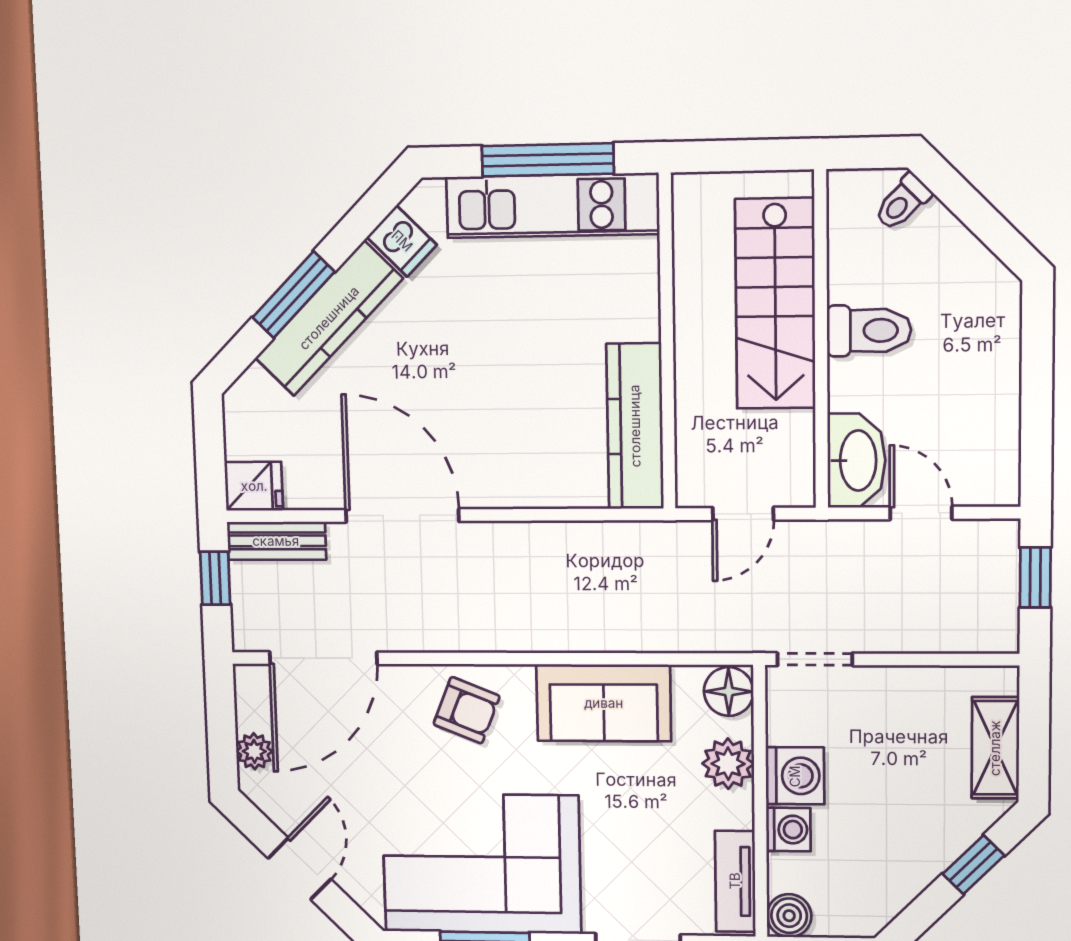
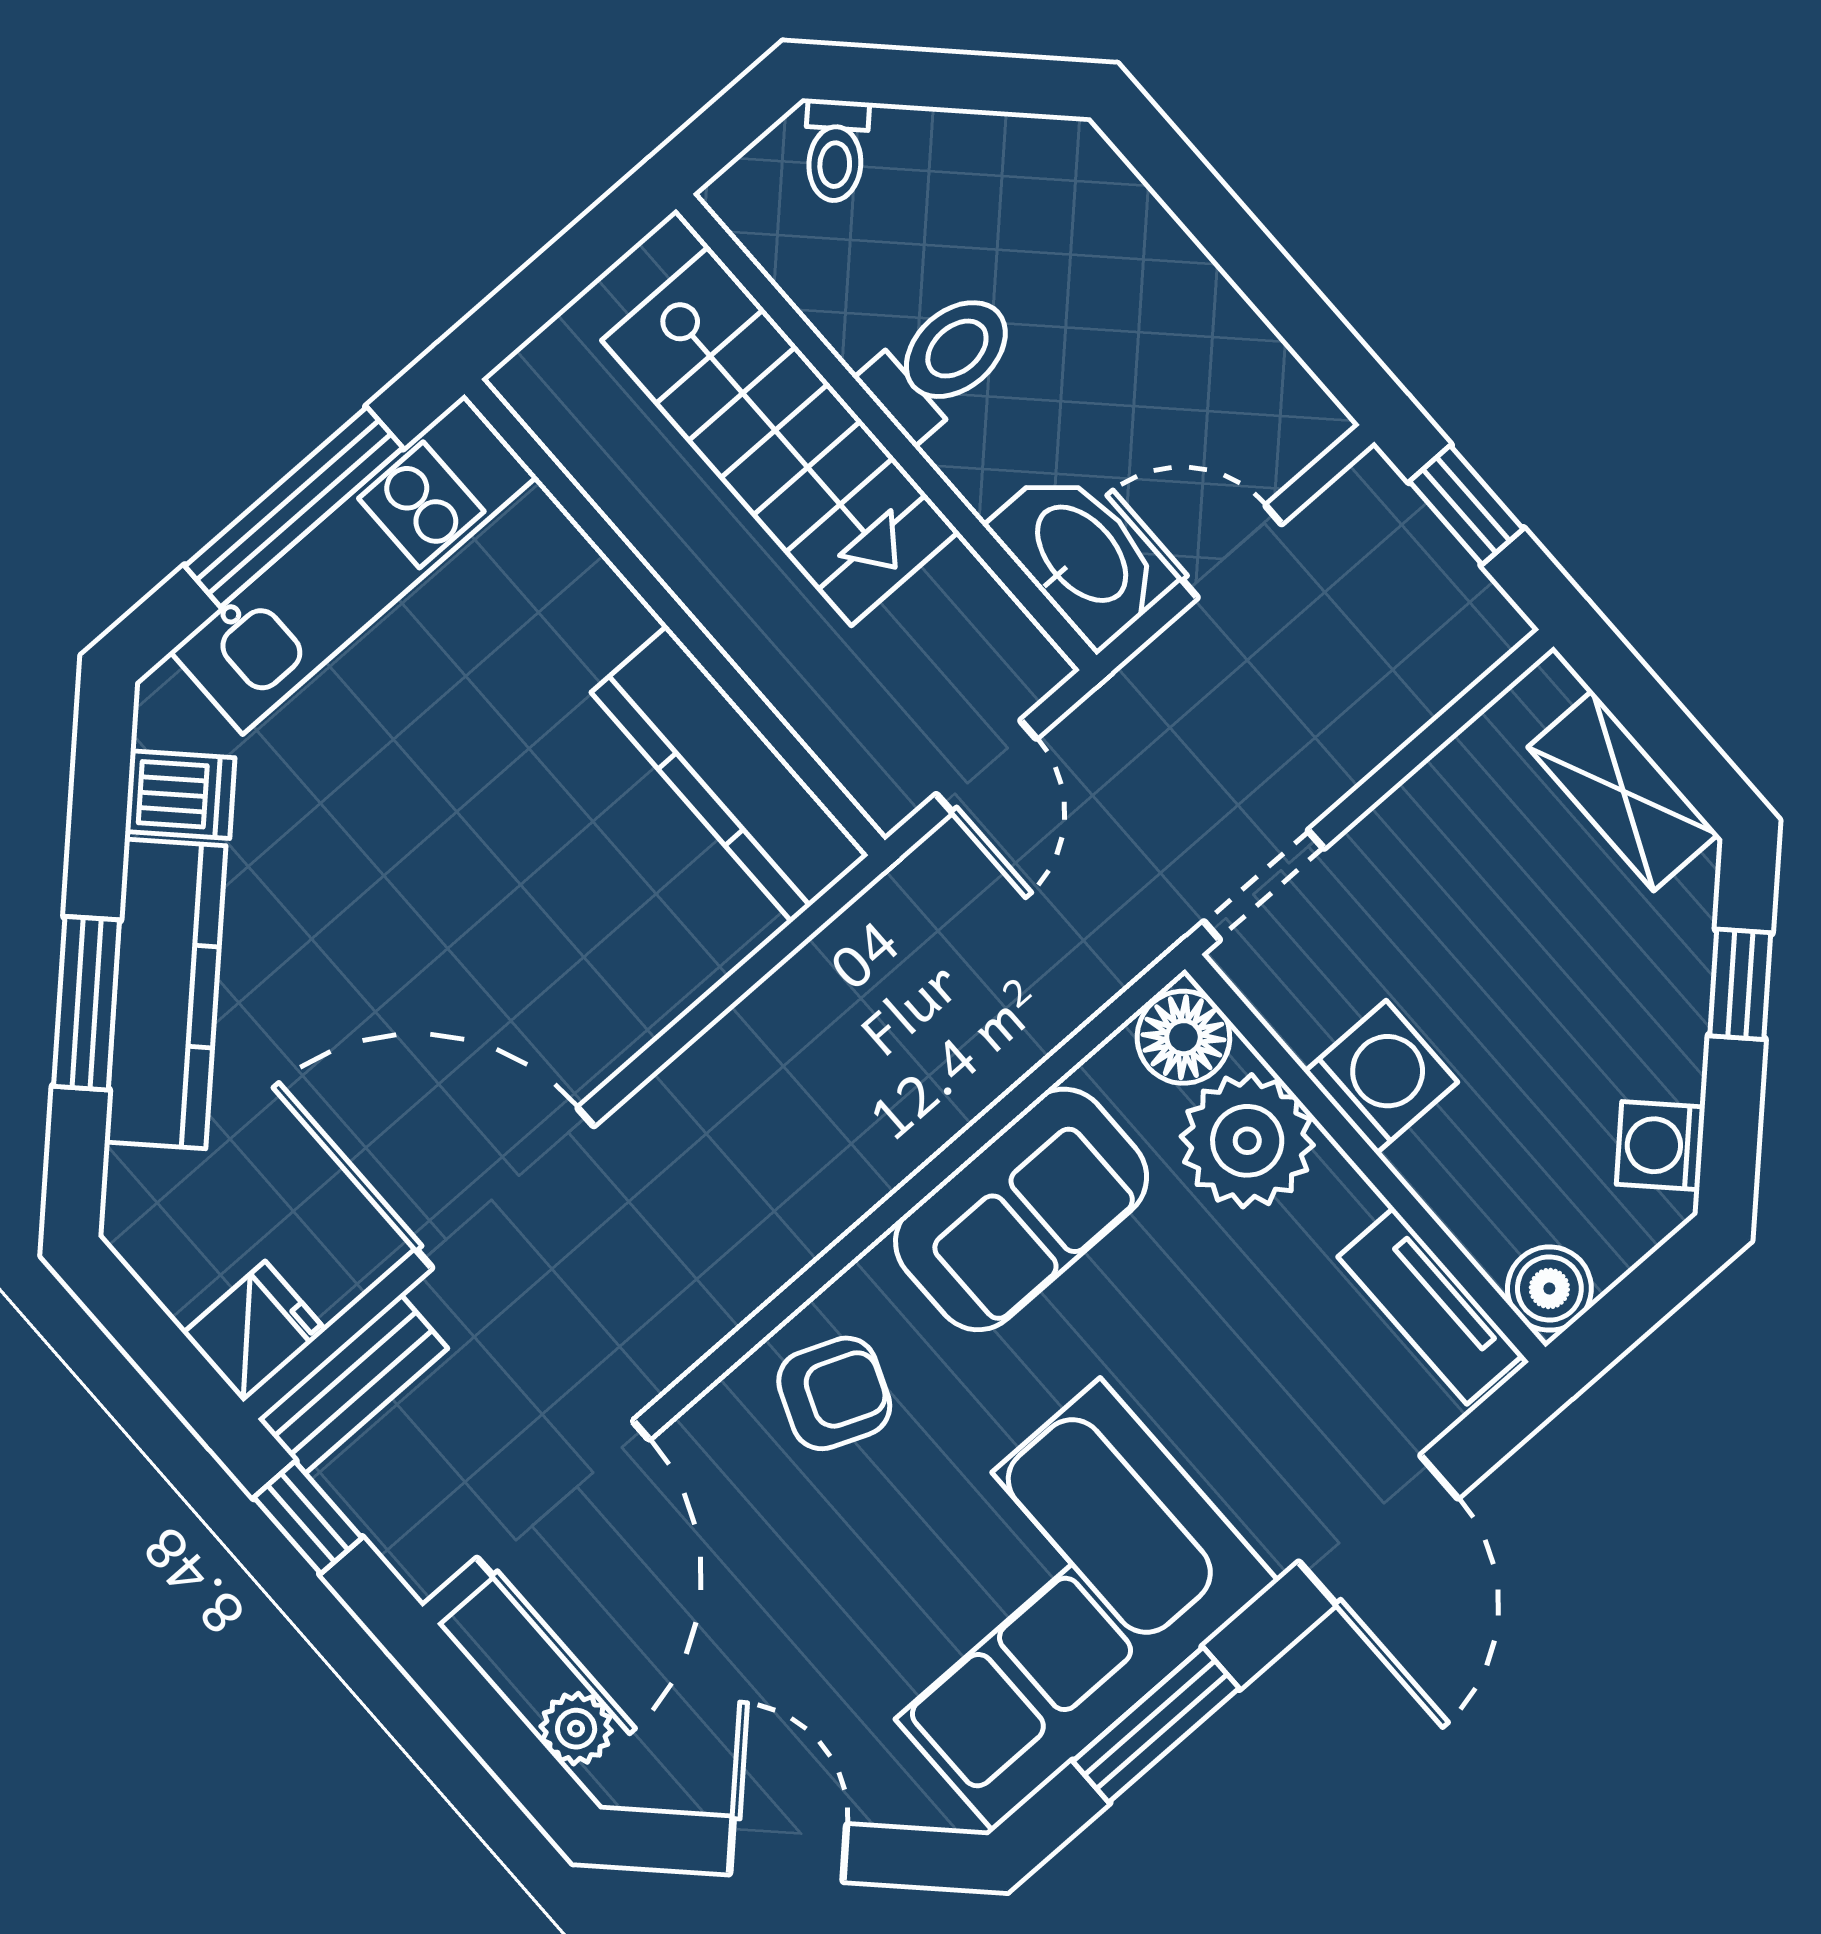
plant: (728, 764) -> (1247, 1141), width x1.36, depth x1.36
washing machine: (788, 830) -> (1661, 1146), moved, turned -135

